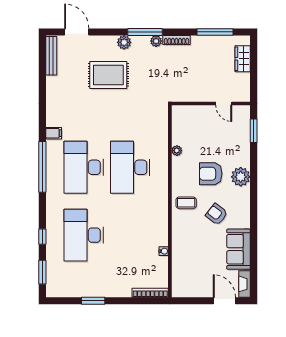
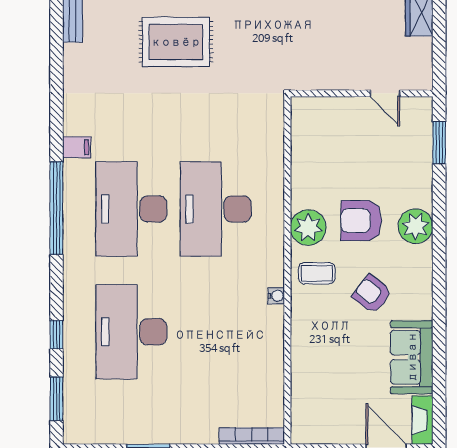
plant: (177, 151) -> (308, 228), moved, width x1.87, depth x1.87
water cooler: (164, 251) -> (276, 296), moved

